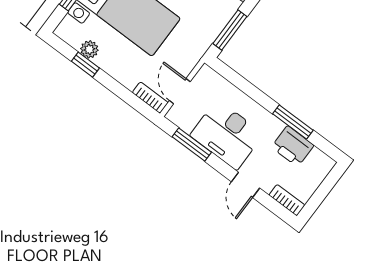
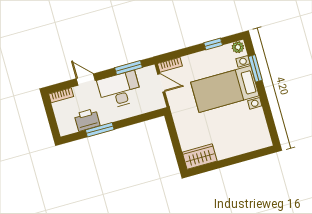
window: (230, 30) -> (173, 134), removed
plant: (89, 49) -> (238, 47), moved

